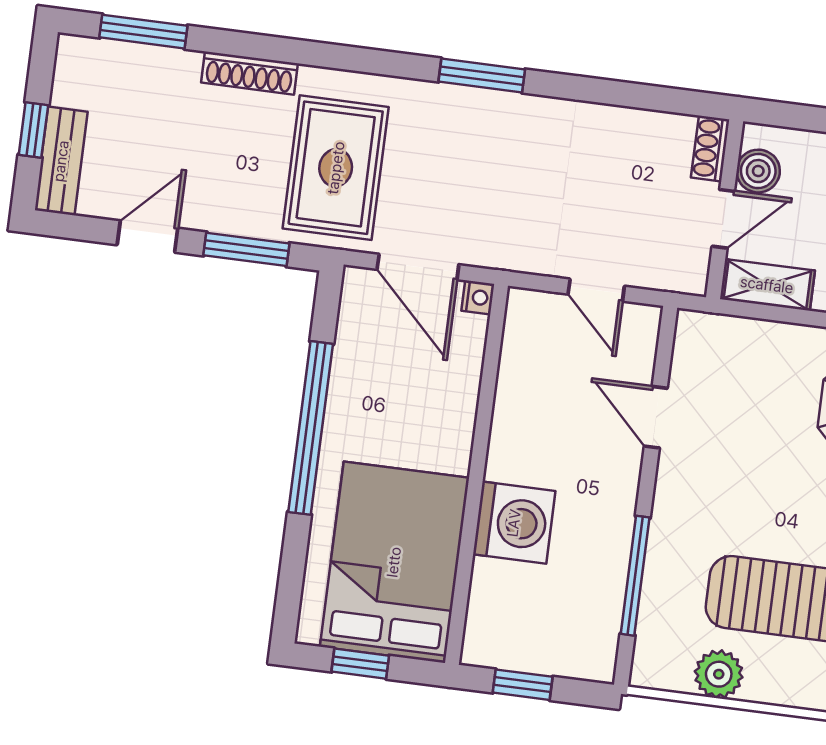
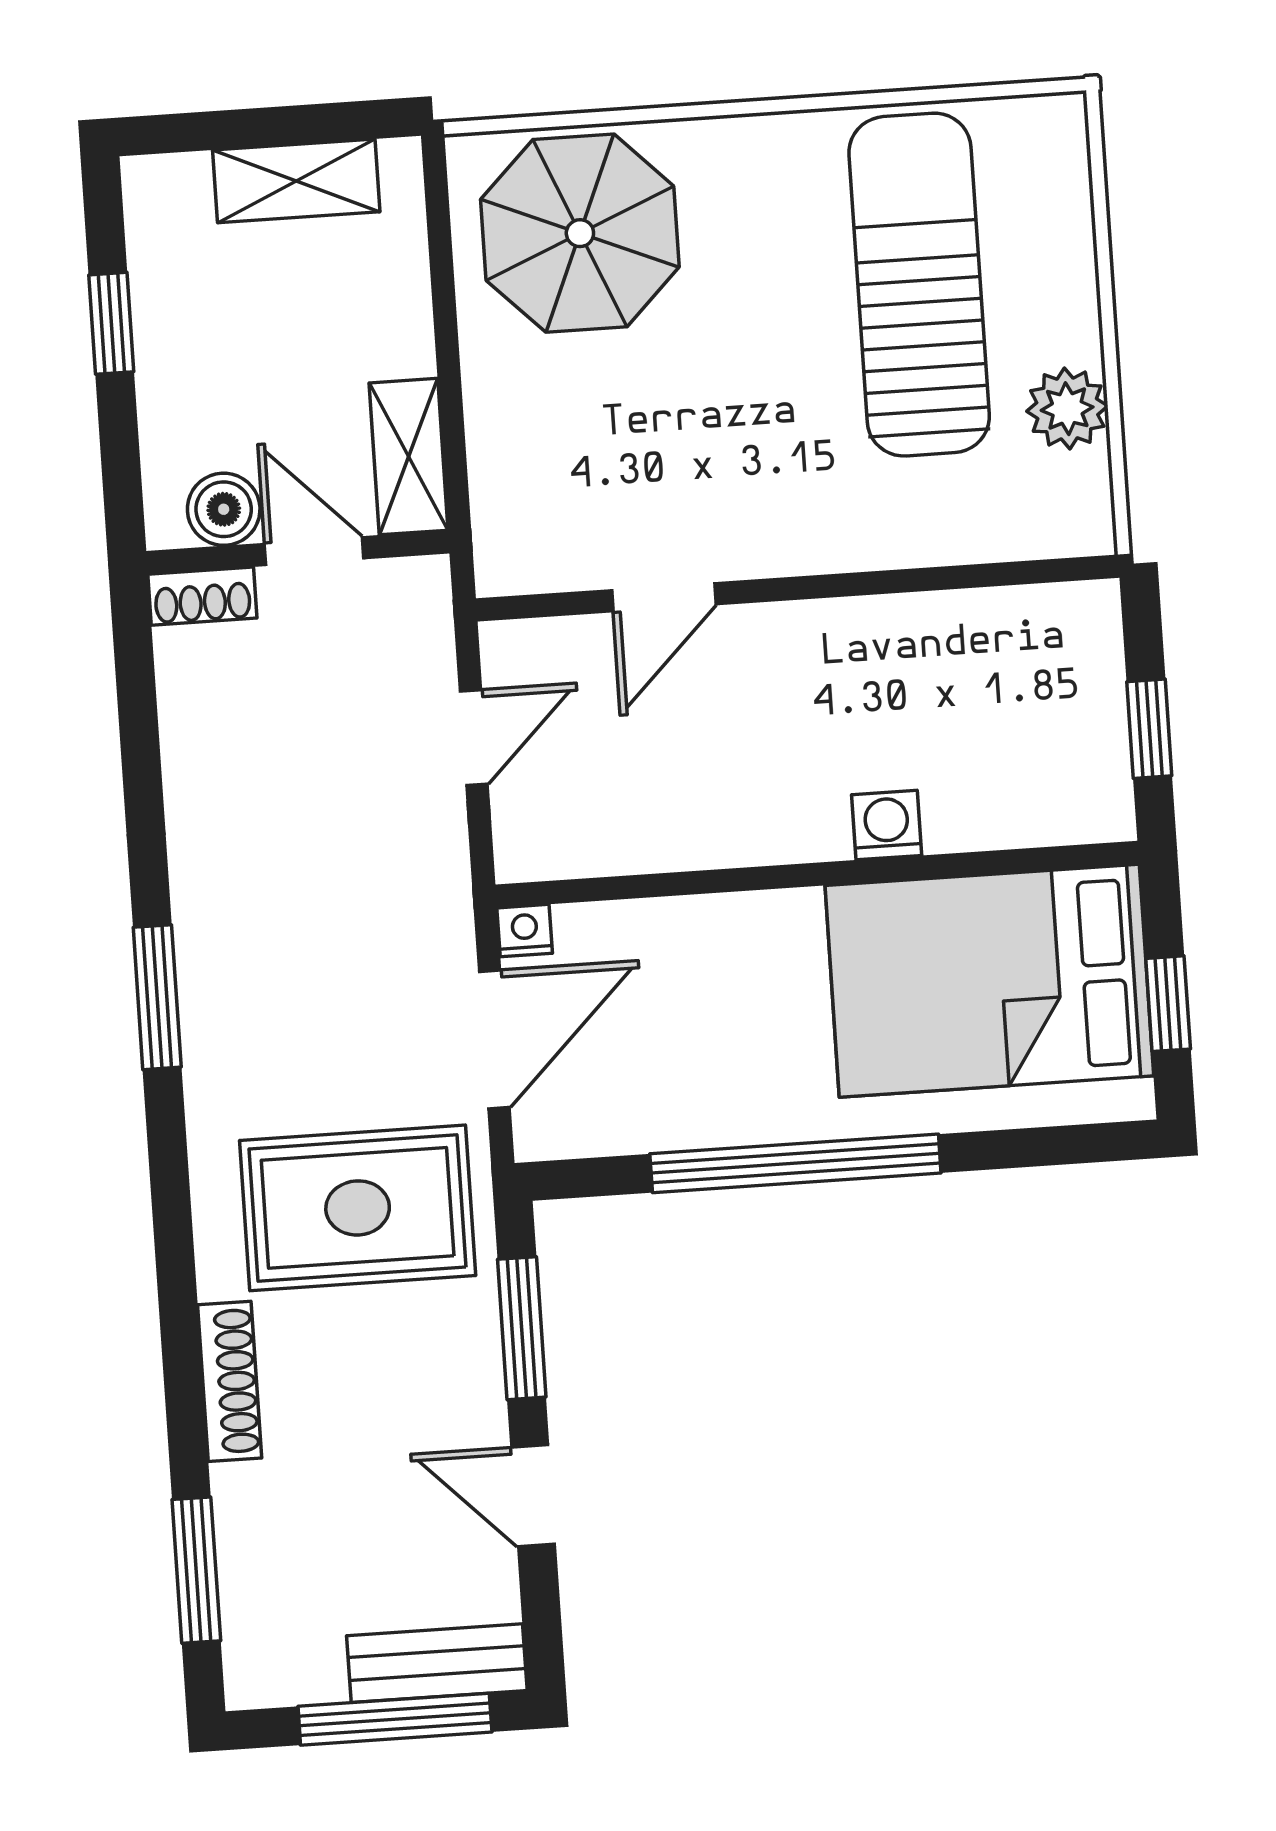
window: (33, 130) -> (395, 1719), width x2.17
washing machine: (514, 523) -> (887, 825), width x0.53, depth x0.53
window: (635, 576) -> (932, 579), removed

